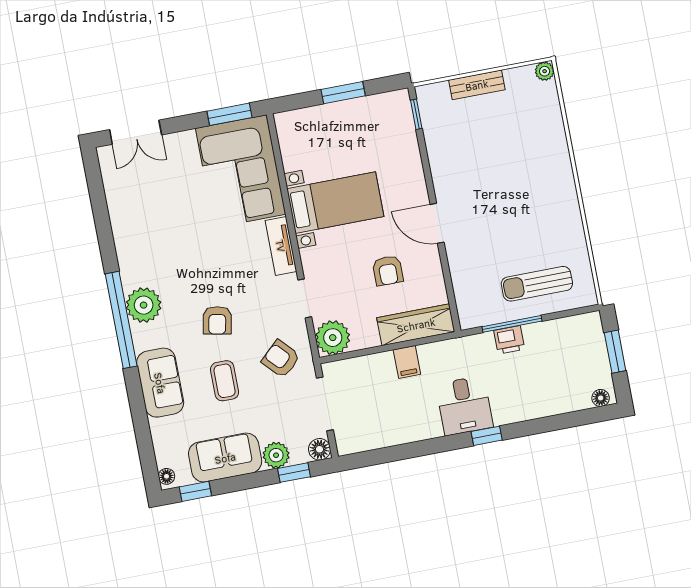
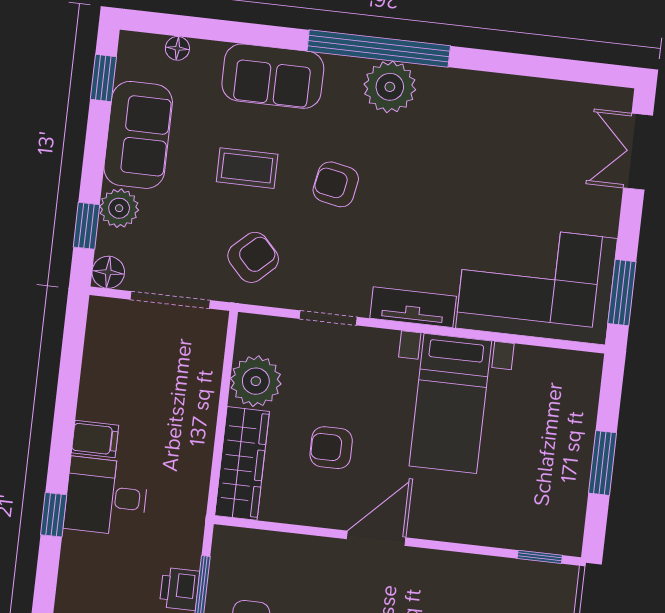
plant: (333, 338) -> (256, 381), moved
filing cabinet: (407, 362) -> (95, 439), moved, turned 180
floor lamp: (166, 476) -> (177, 48), moved

